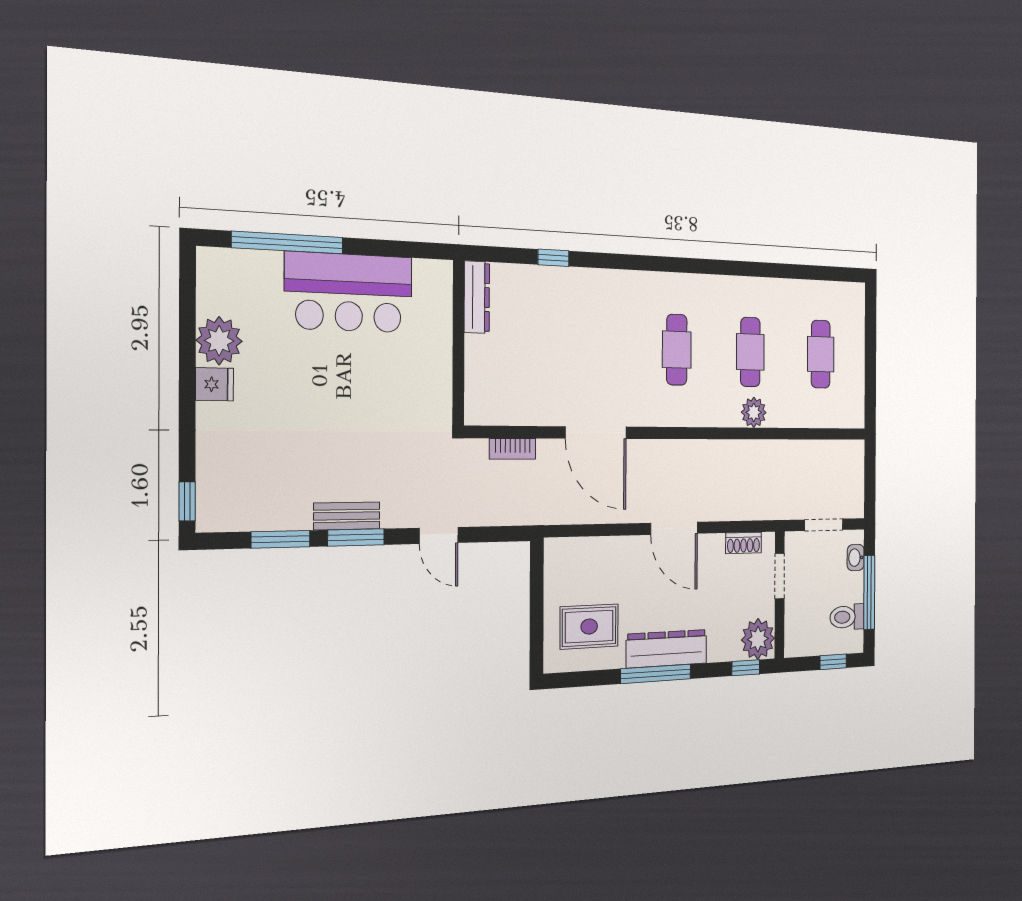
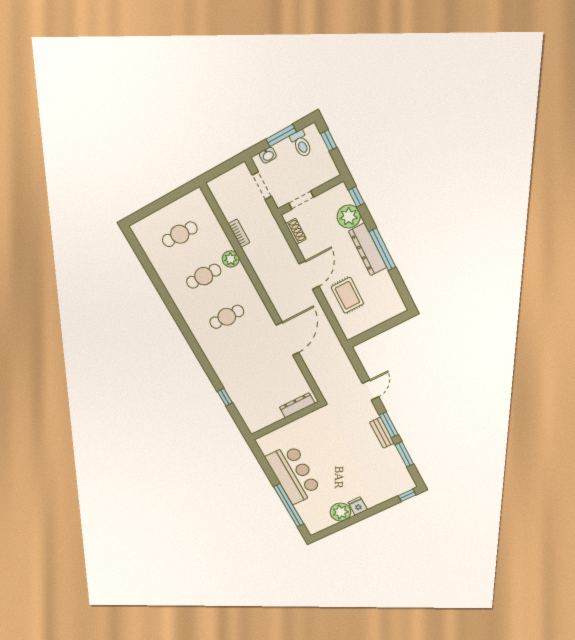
dresser: (477, 297) -> (297, 405), moved
bookcase: (513, 449) -> (239, 233), moved
window: (869, 592) -> (281, 135), width x0.69
rug: (589, 627) -> (347, 295), moved
plant: (758, 639) -> (349, 217), moved

